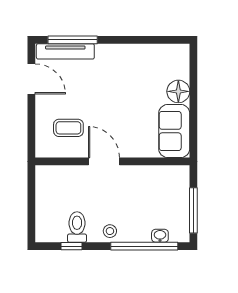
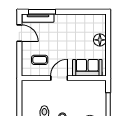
sofa: (174, 131) -> (87, 68), moved, turned 90
door: (104, 161) -> (59, 78), hinge flipped

